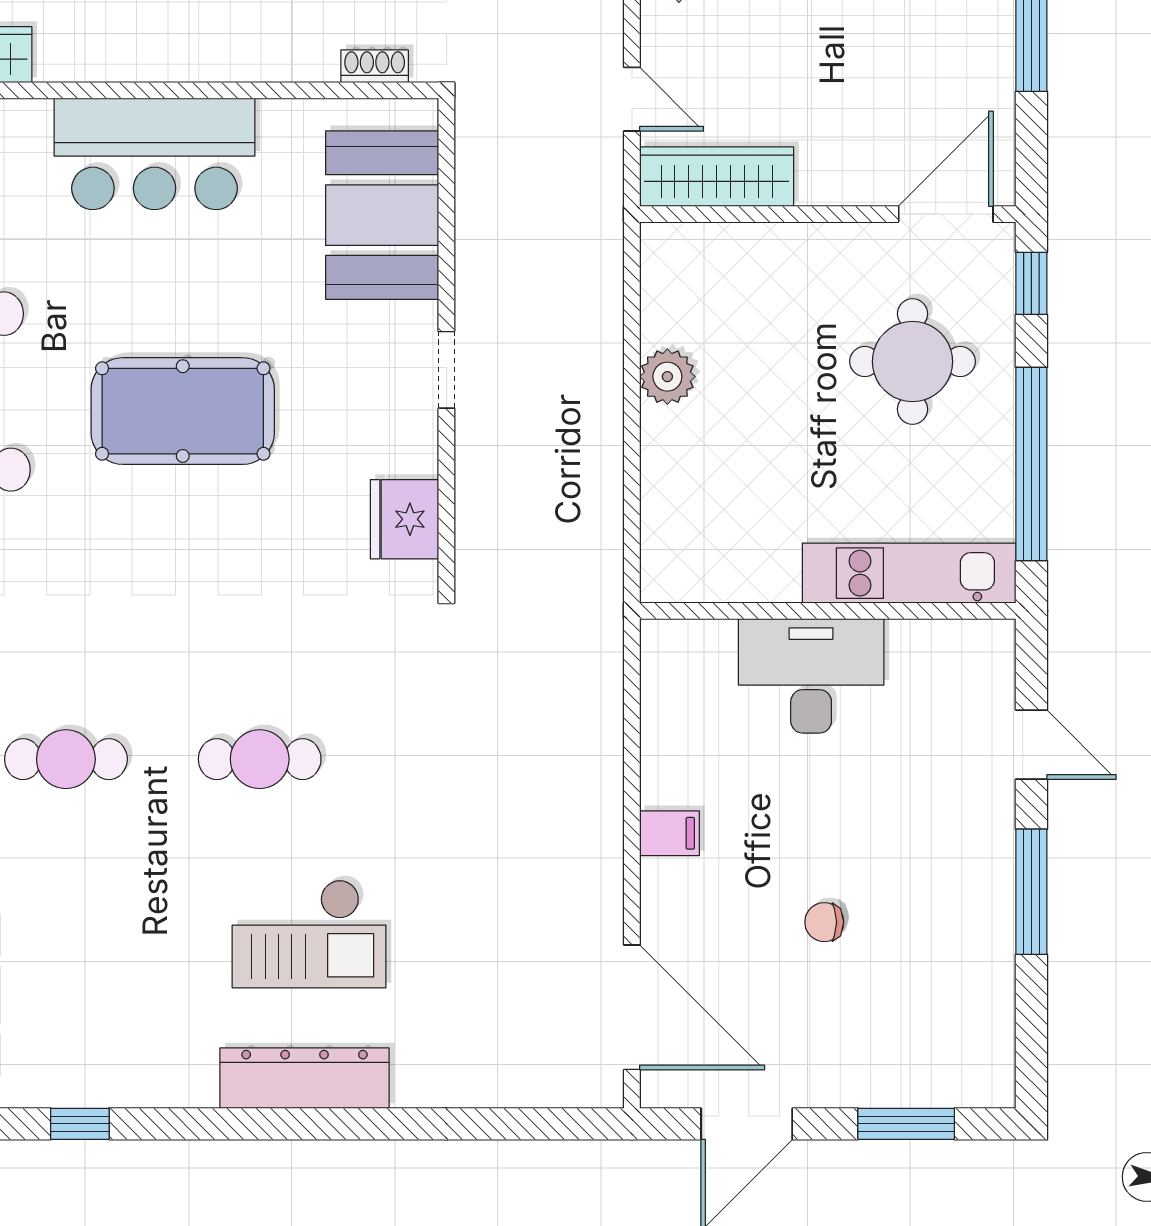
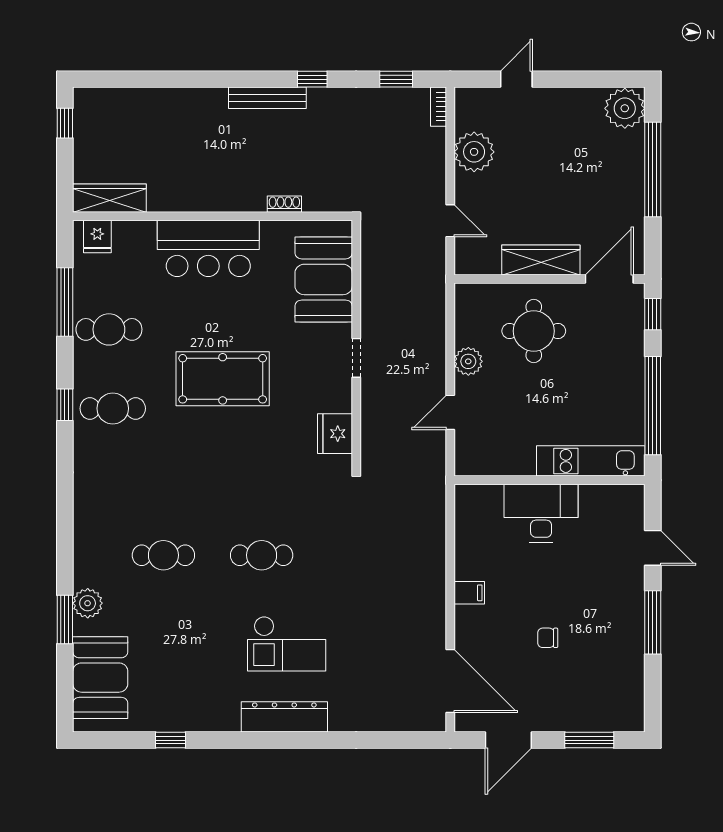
shoe rack: (375, 66) -> (284, 204), moved
wardrobe: (717, 177) -> (541, 260), moved
round table: (912, 362) -> (534, 331), moved
door: (632, 477) -> (450, 412), added

